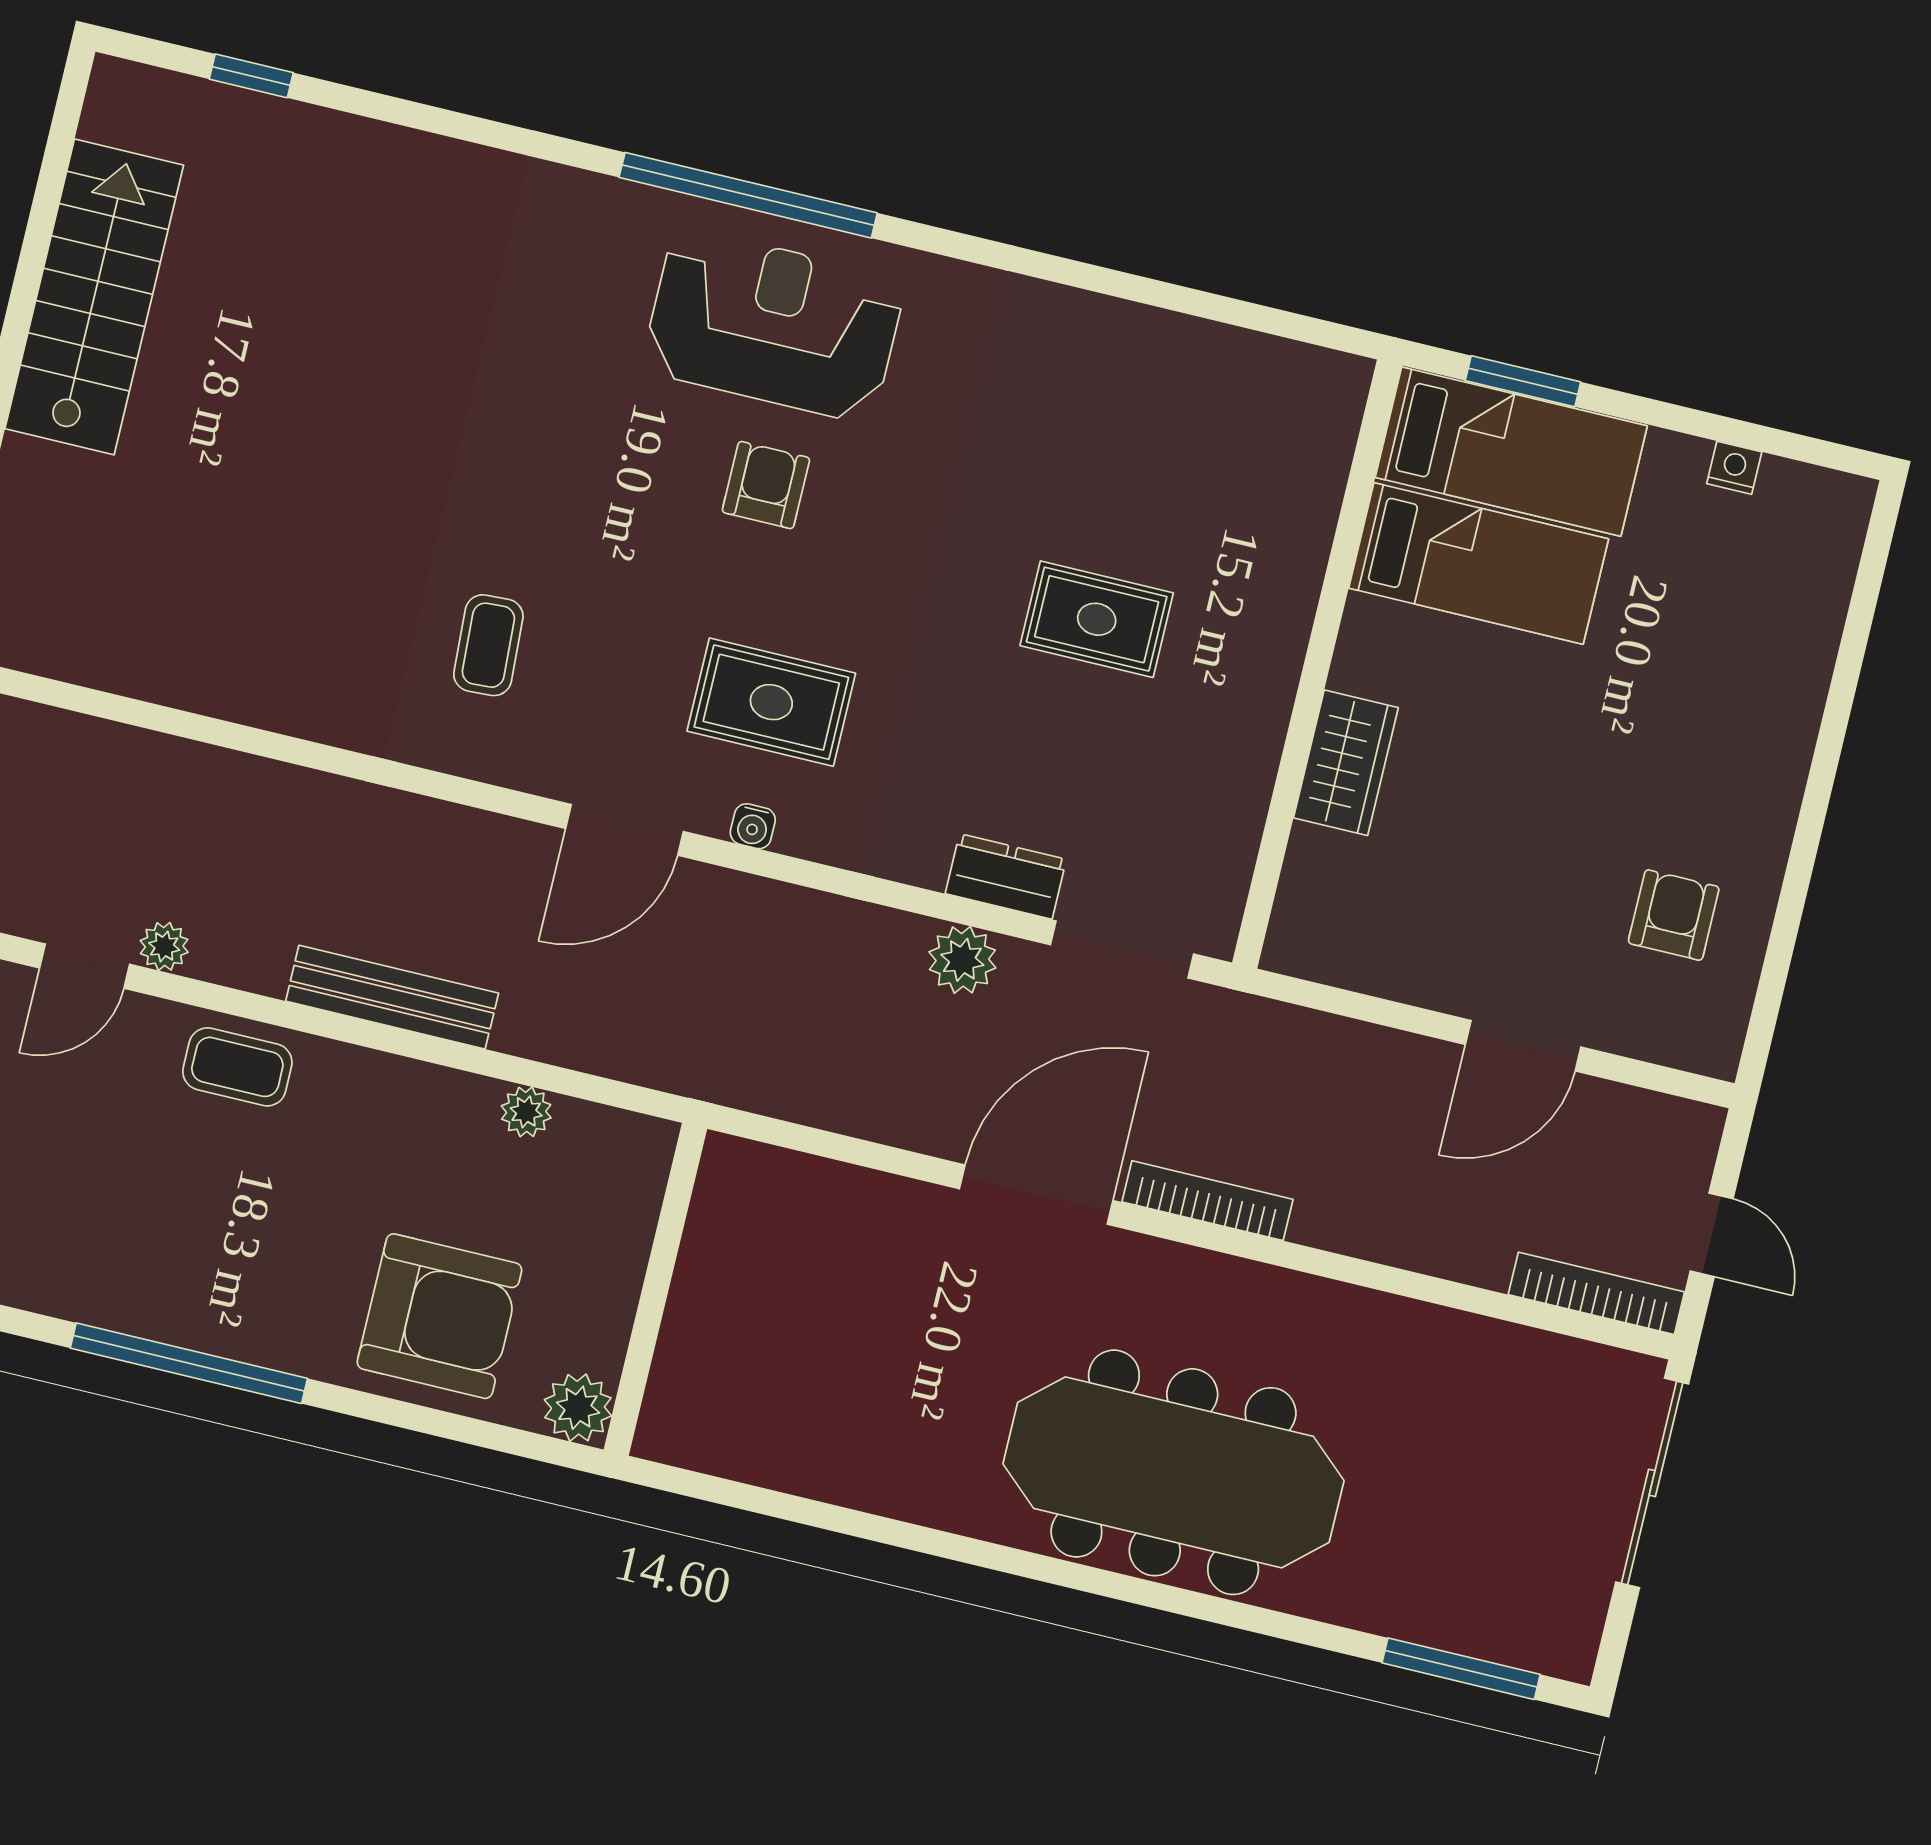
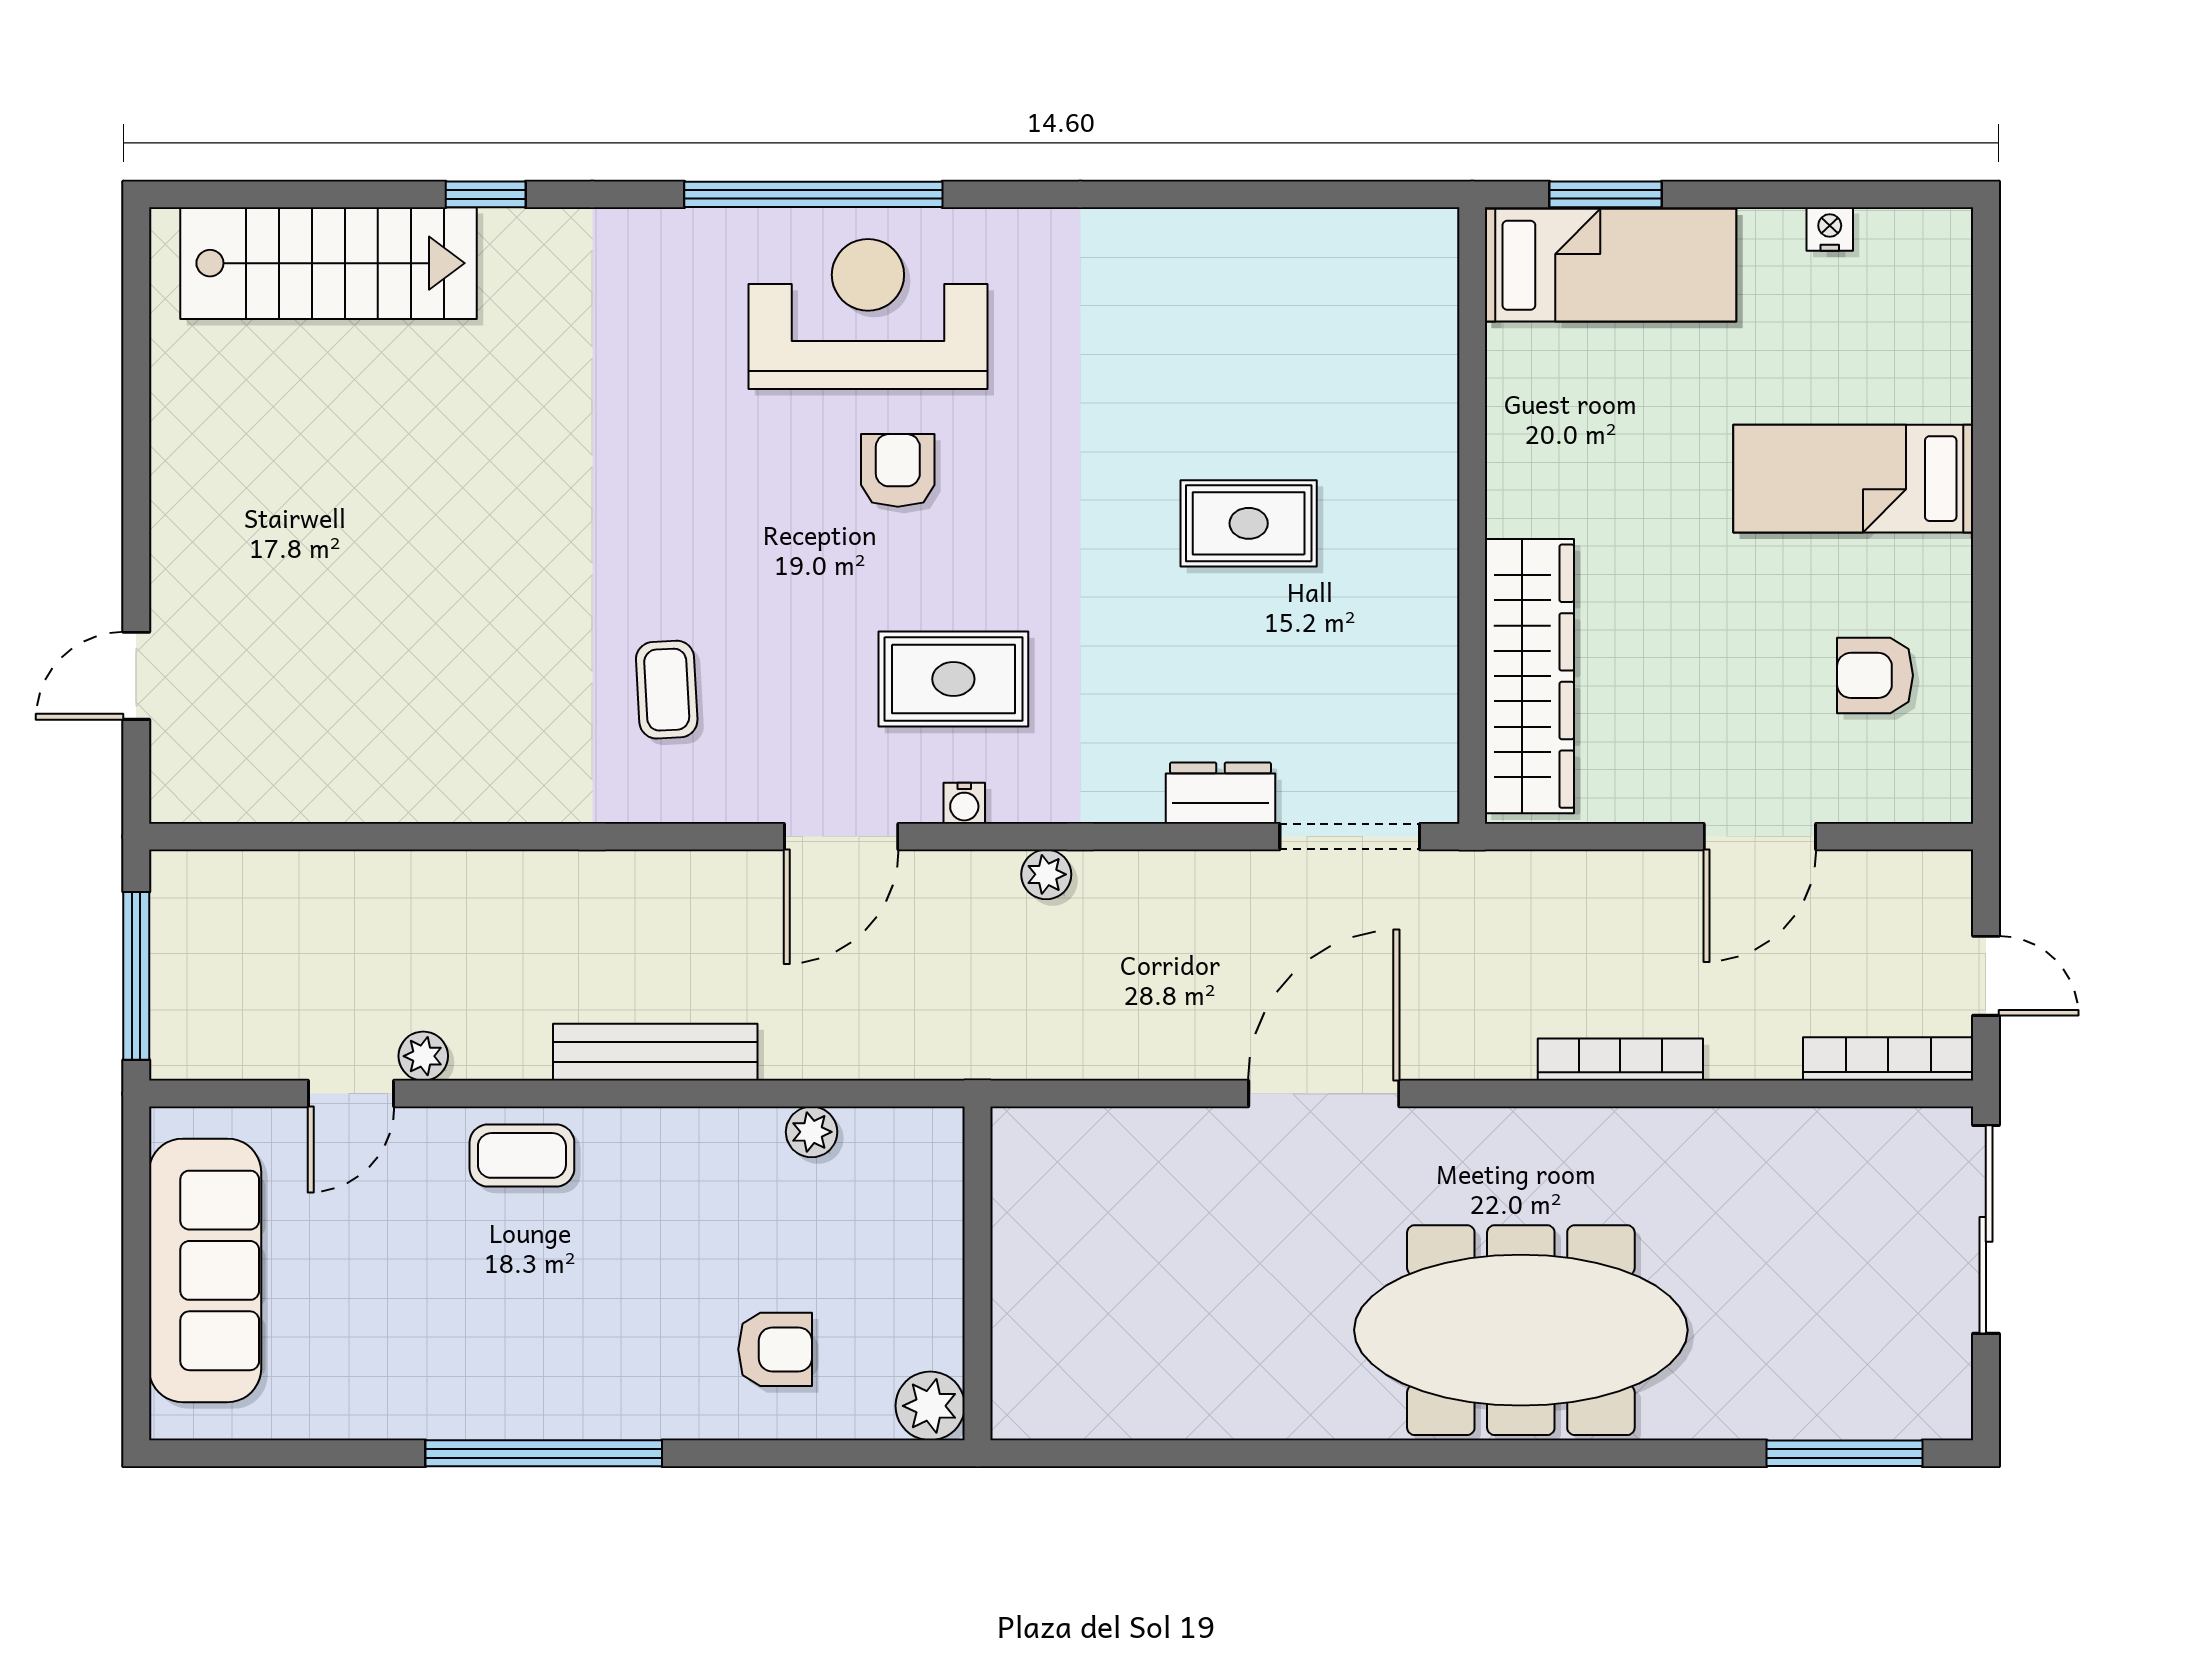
window: (251, 76) -> (486, 194), moved
stairs: (94, 297) -> (329, 263), moved, turned 90
bed: (1479, 563) -> (1853, 479), moved, turned 180
wardrobe: (1346, 763) -> (1529, 676), width x2.10, depth x1.17
armchair: (1674, 915) -> (1875, 675), turned -90
plant: (962, 960) -> (1046, 874), moved, width x0.73, depth x0.73
bookcase: (1207, 1201) -> (1620, 1060), moved
armchair: (439, 1316) -> (775, 1349), width x0.53, depth x0.53

